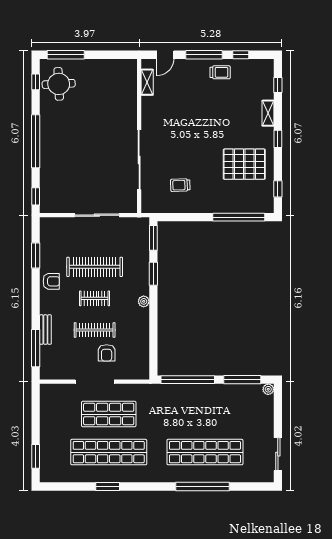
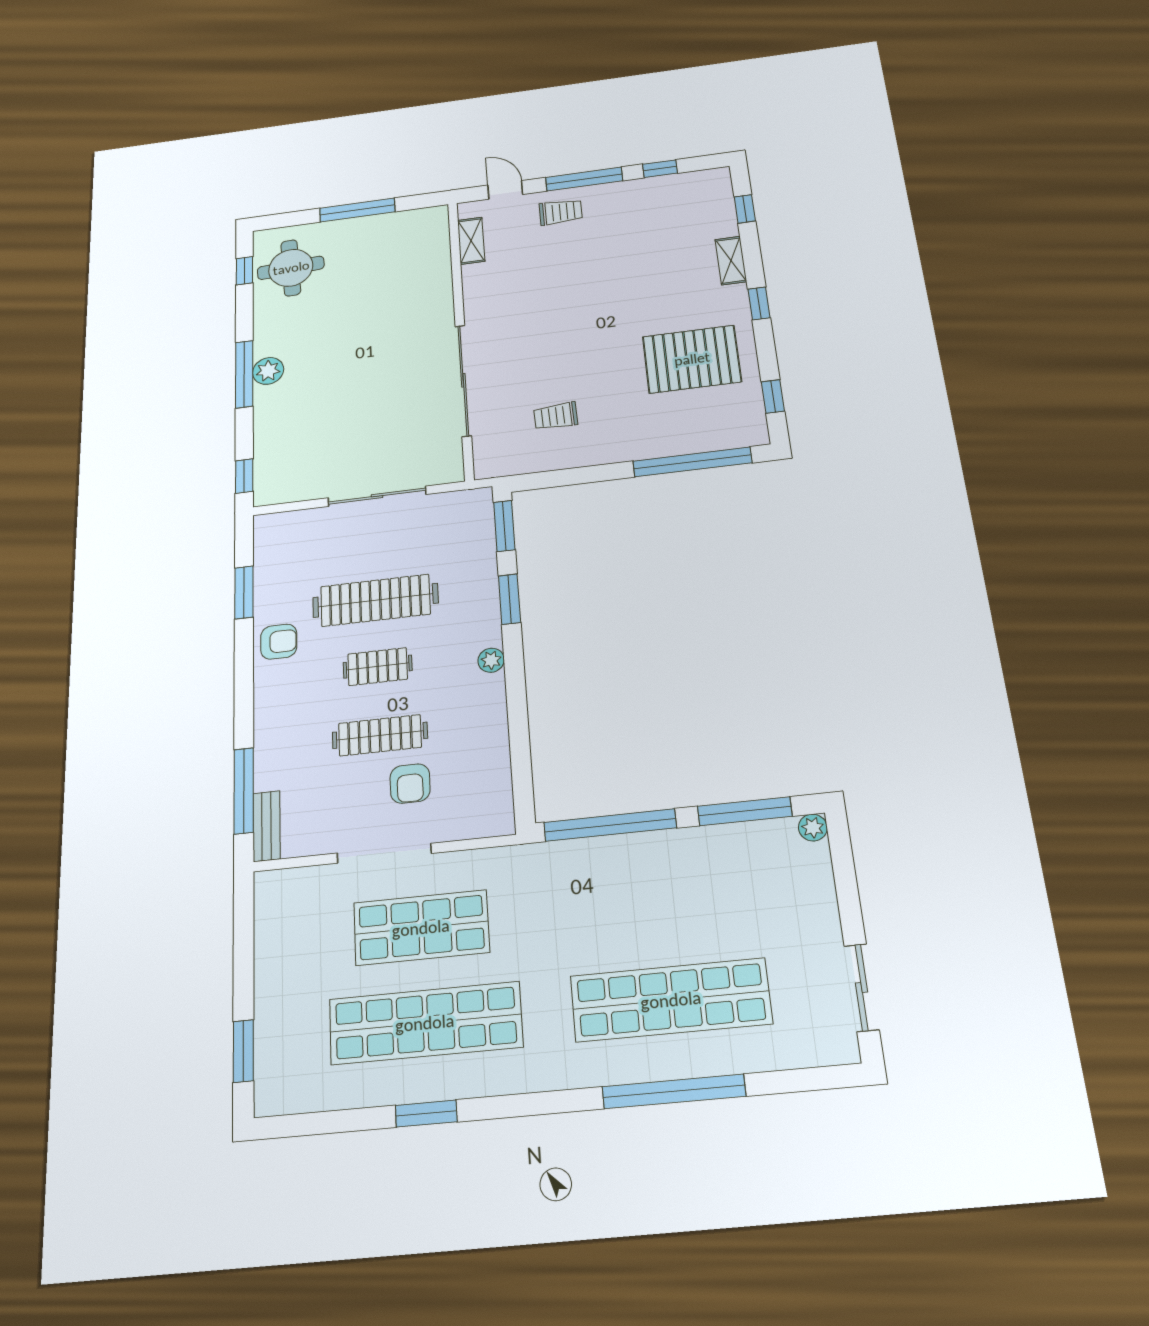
window: (66, 55) -> (357, 210), moved
door: (165, 55) -> (505, 190), swing flipped
trolley: (220, 72) -> (561, 212), moved
window: (36, 141) -> (244, 374), width x0.68
plant: (47, 141) -> (268, 371), added
bench: (45, 330) -> (267, 826), moved

